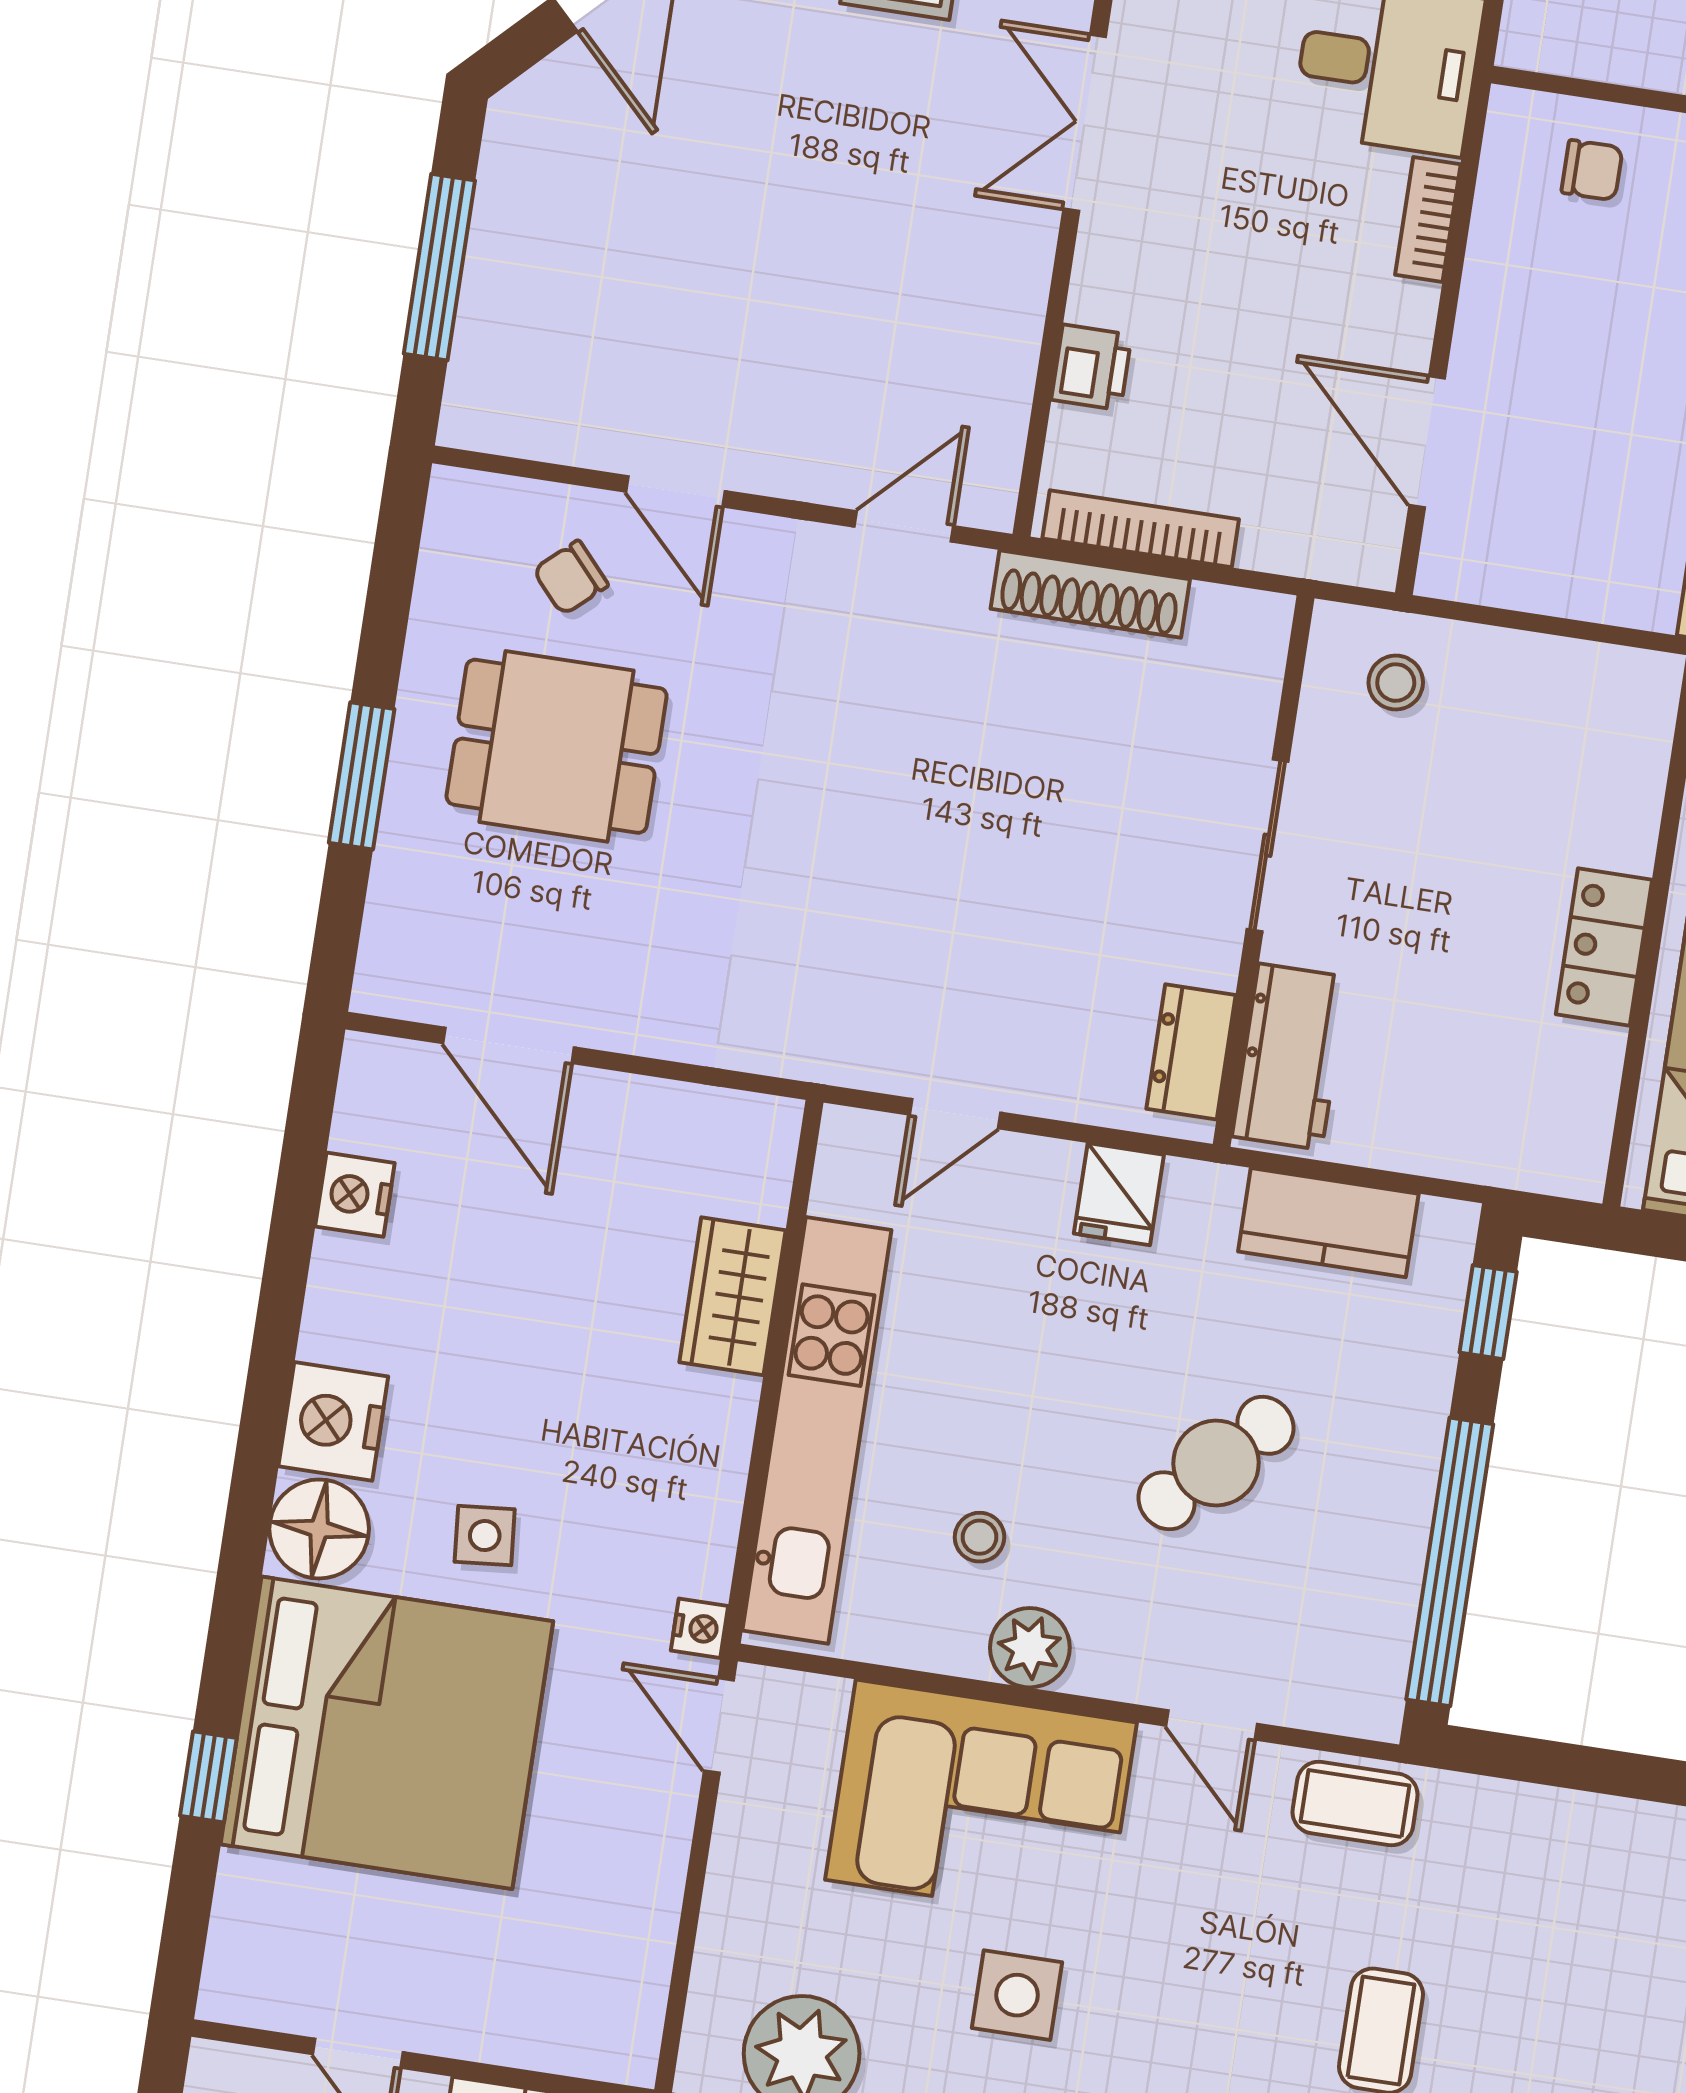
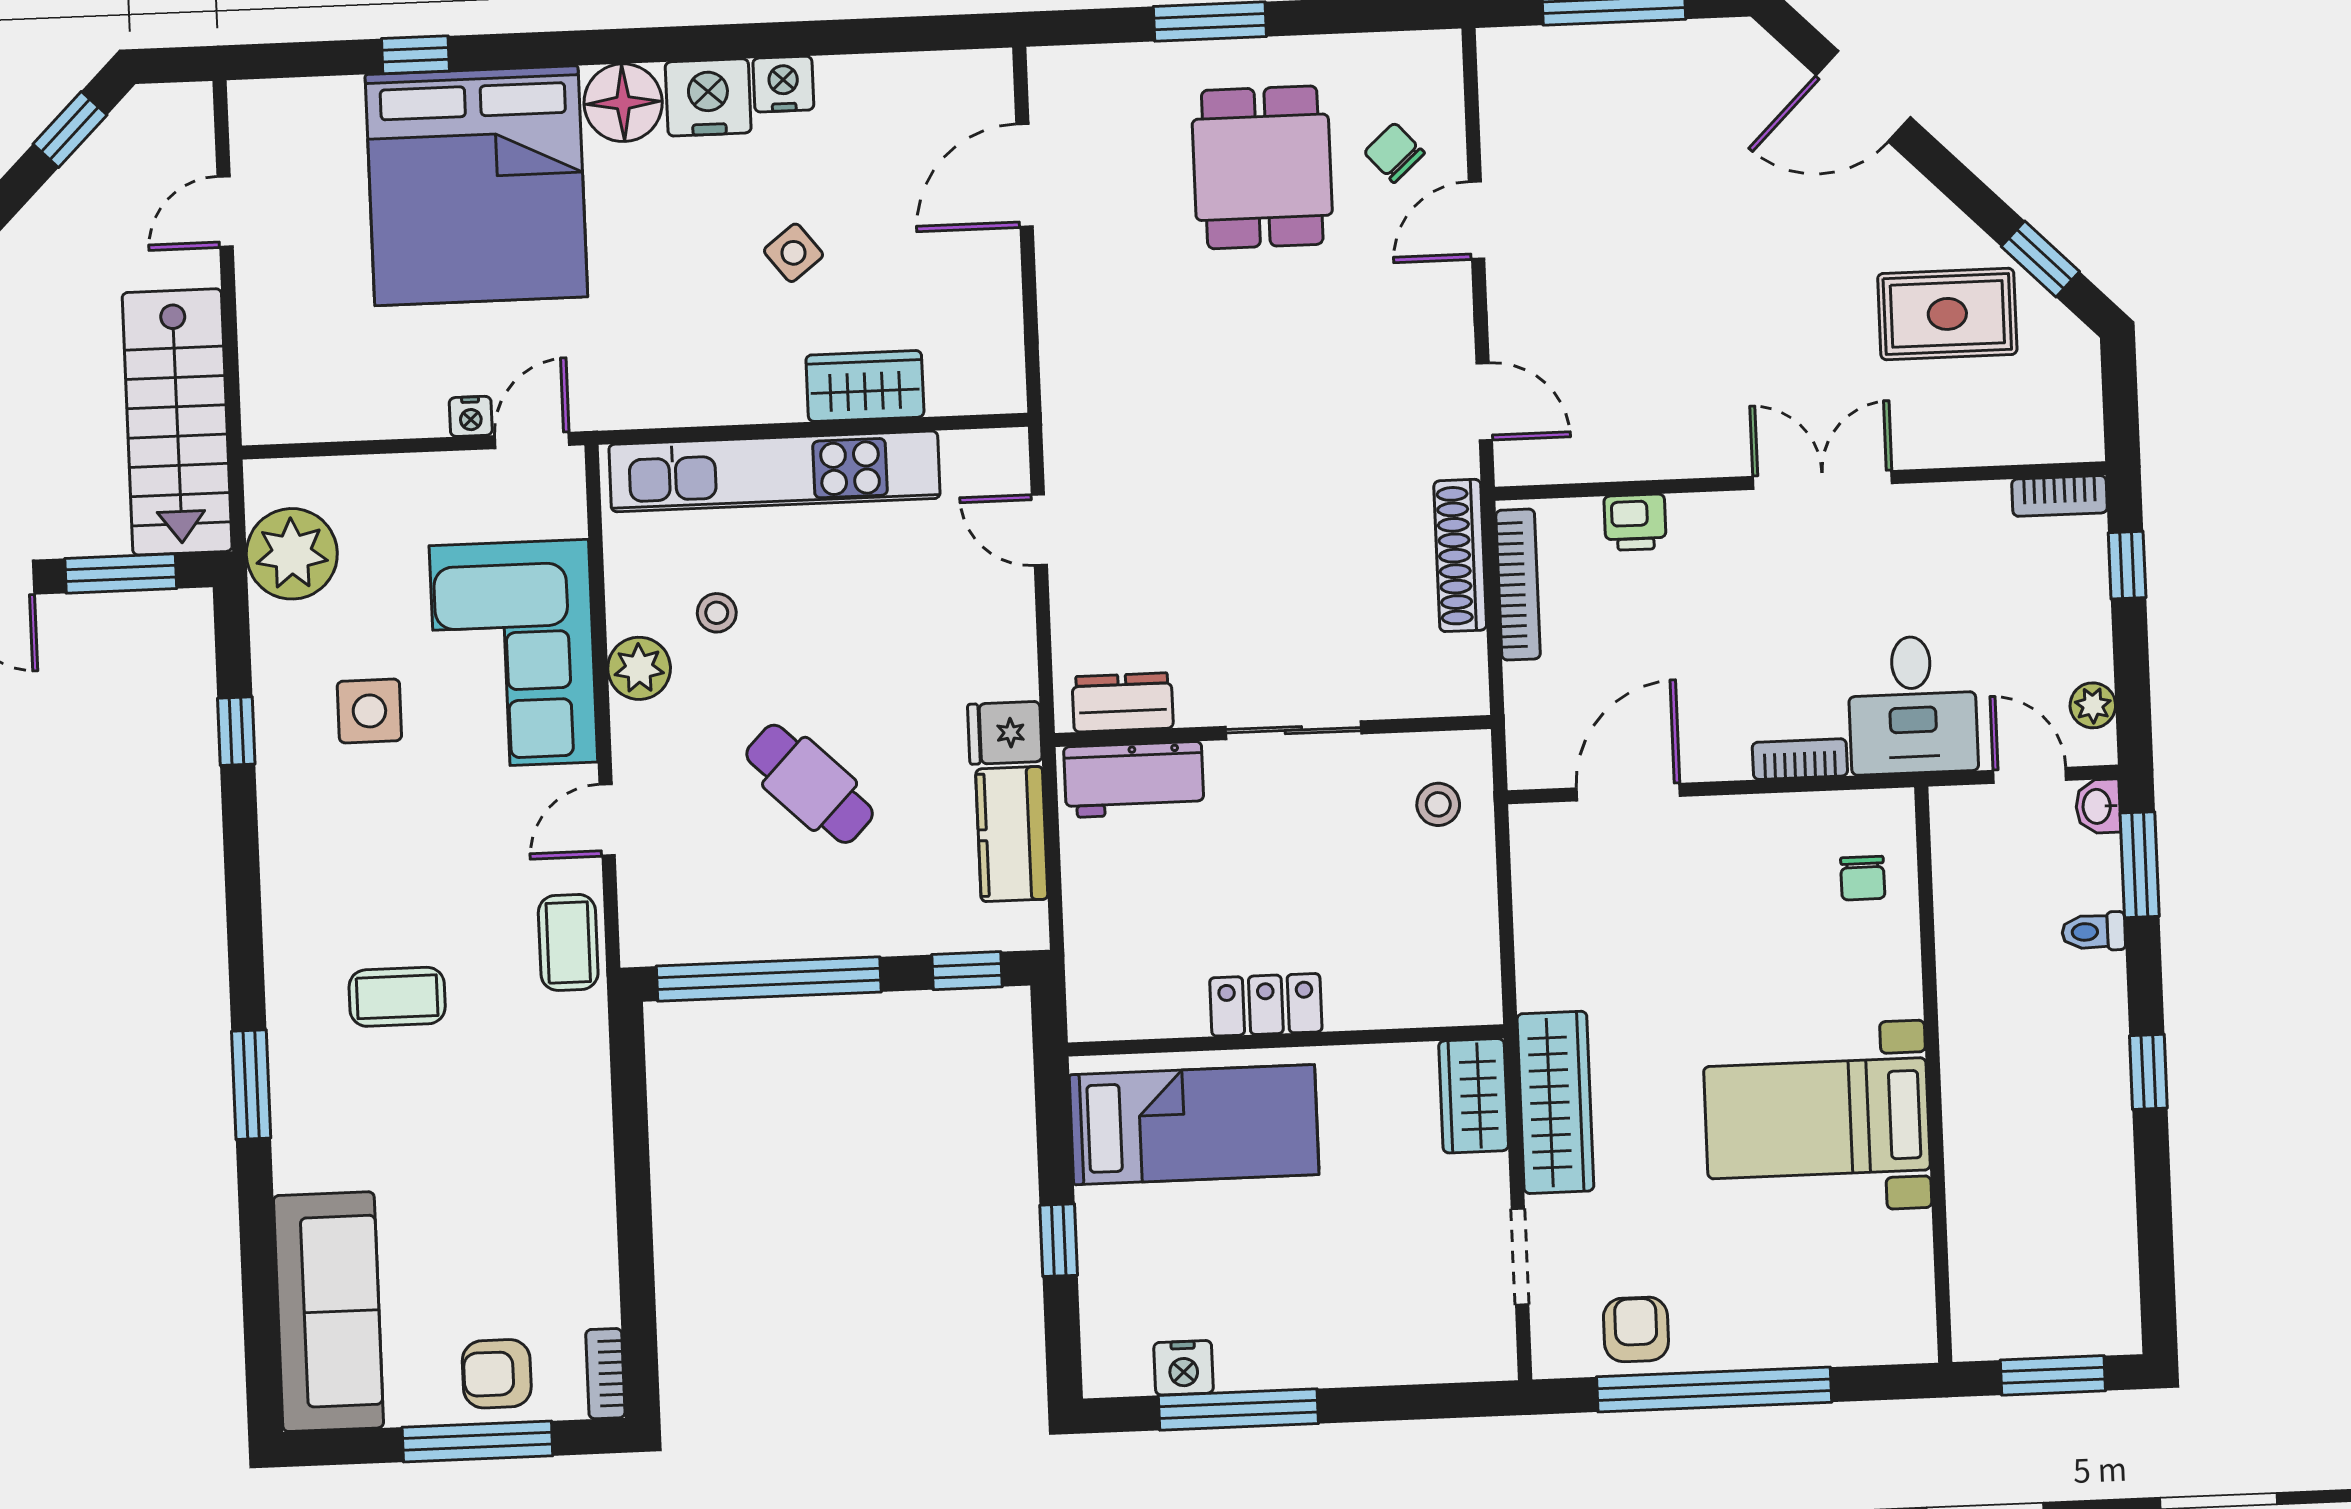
fridge: (1119, 1194) -> (1005, 733), moved
nightstand: (355, 1195) -> (783, 84), moved
side table: (485, 1536) -> (793, 253), moved, turned -33
nightstand: (700, 1628) -> (471, 416), moved

